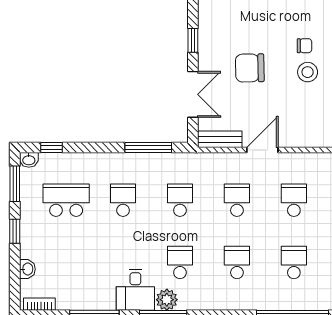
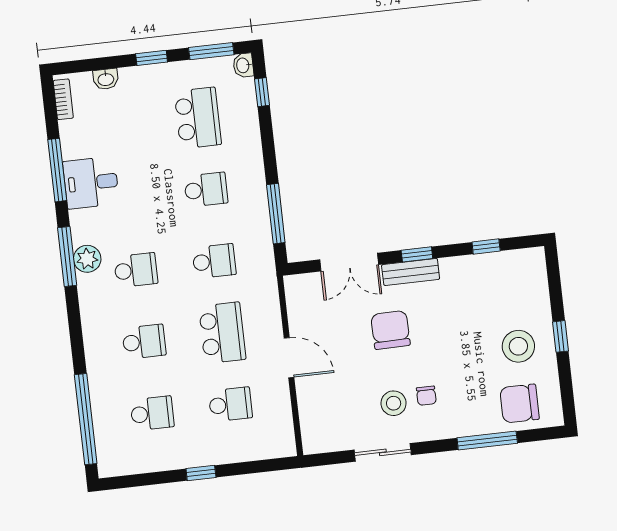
bench: (220, 139) -> (411, 272), moved, turned 90
school desk: (237, 200) -> (222, 333), width x1.85
desk: (135, 290) -> (91, 183), moved

